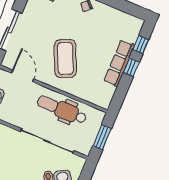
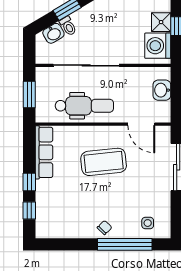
coffee table: (65, 58) -> (104, 162), turned -72
row of seats: (119, 63) -> (44, 152), moved

